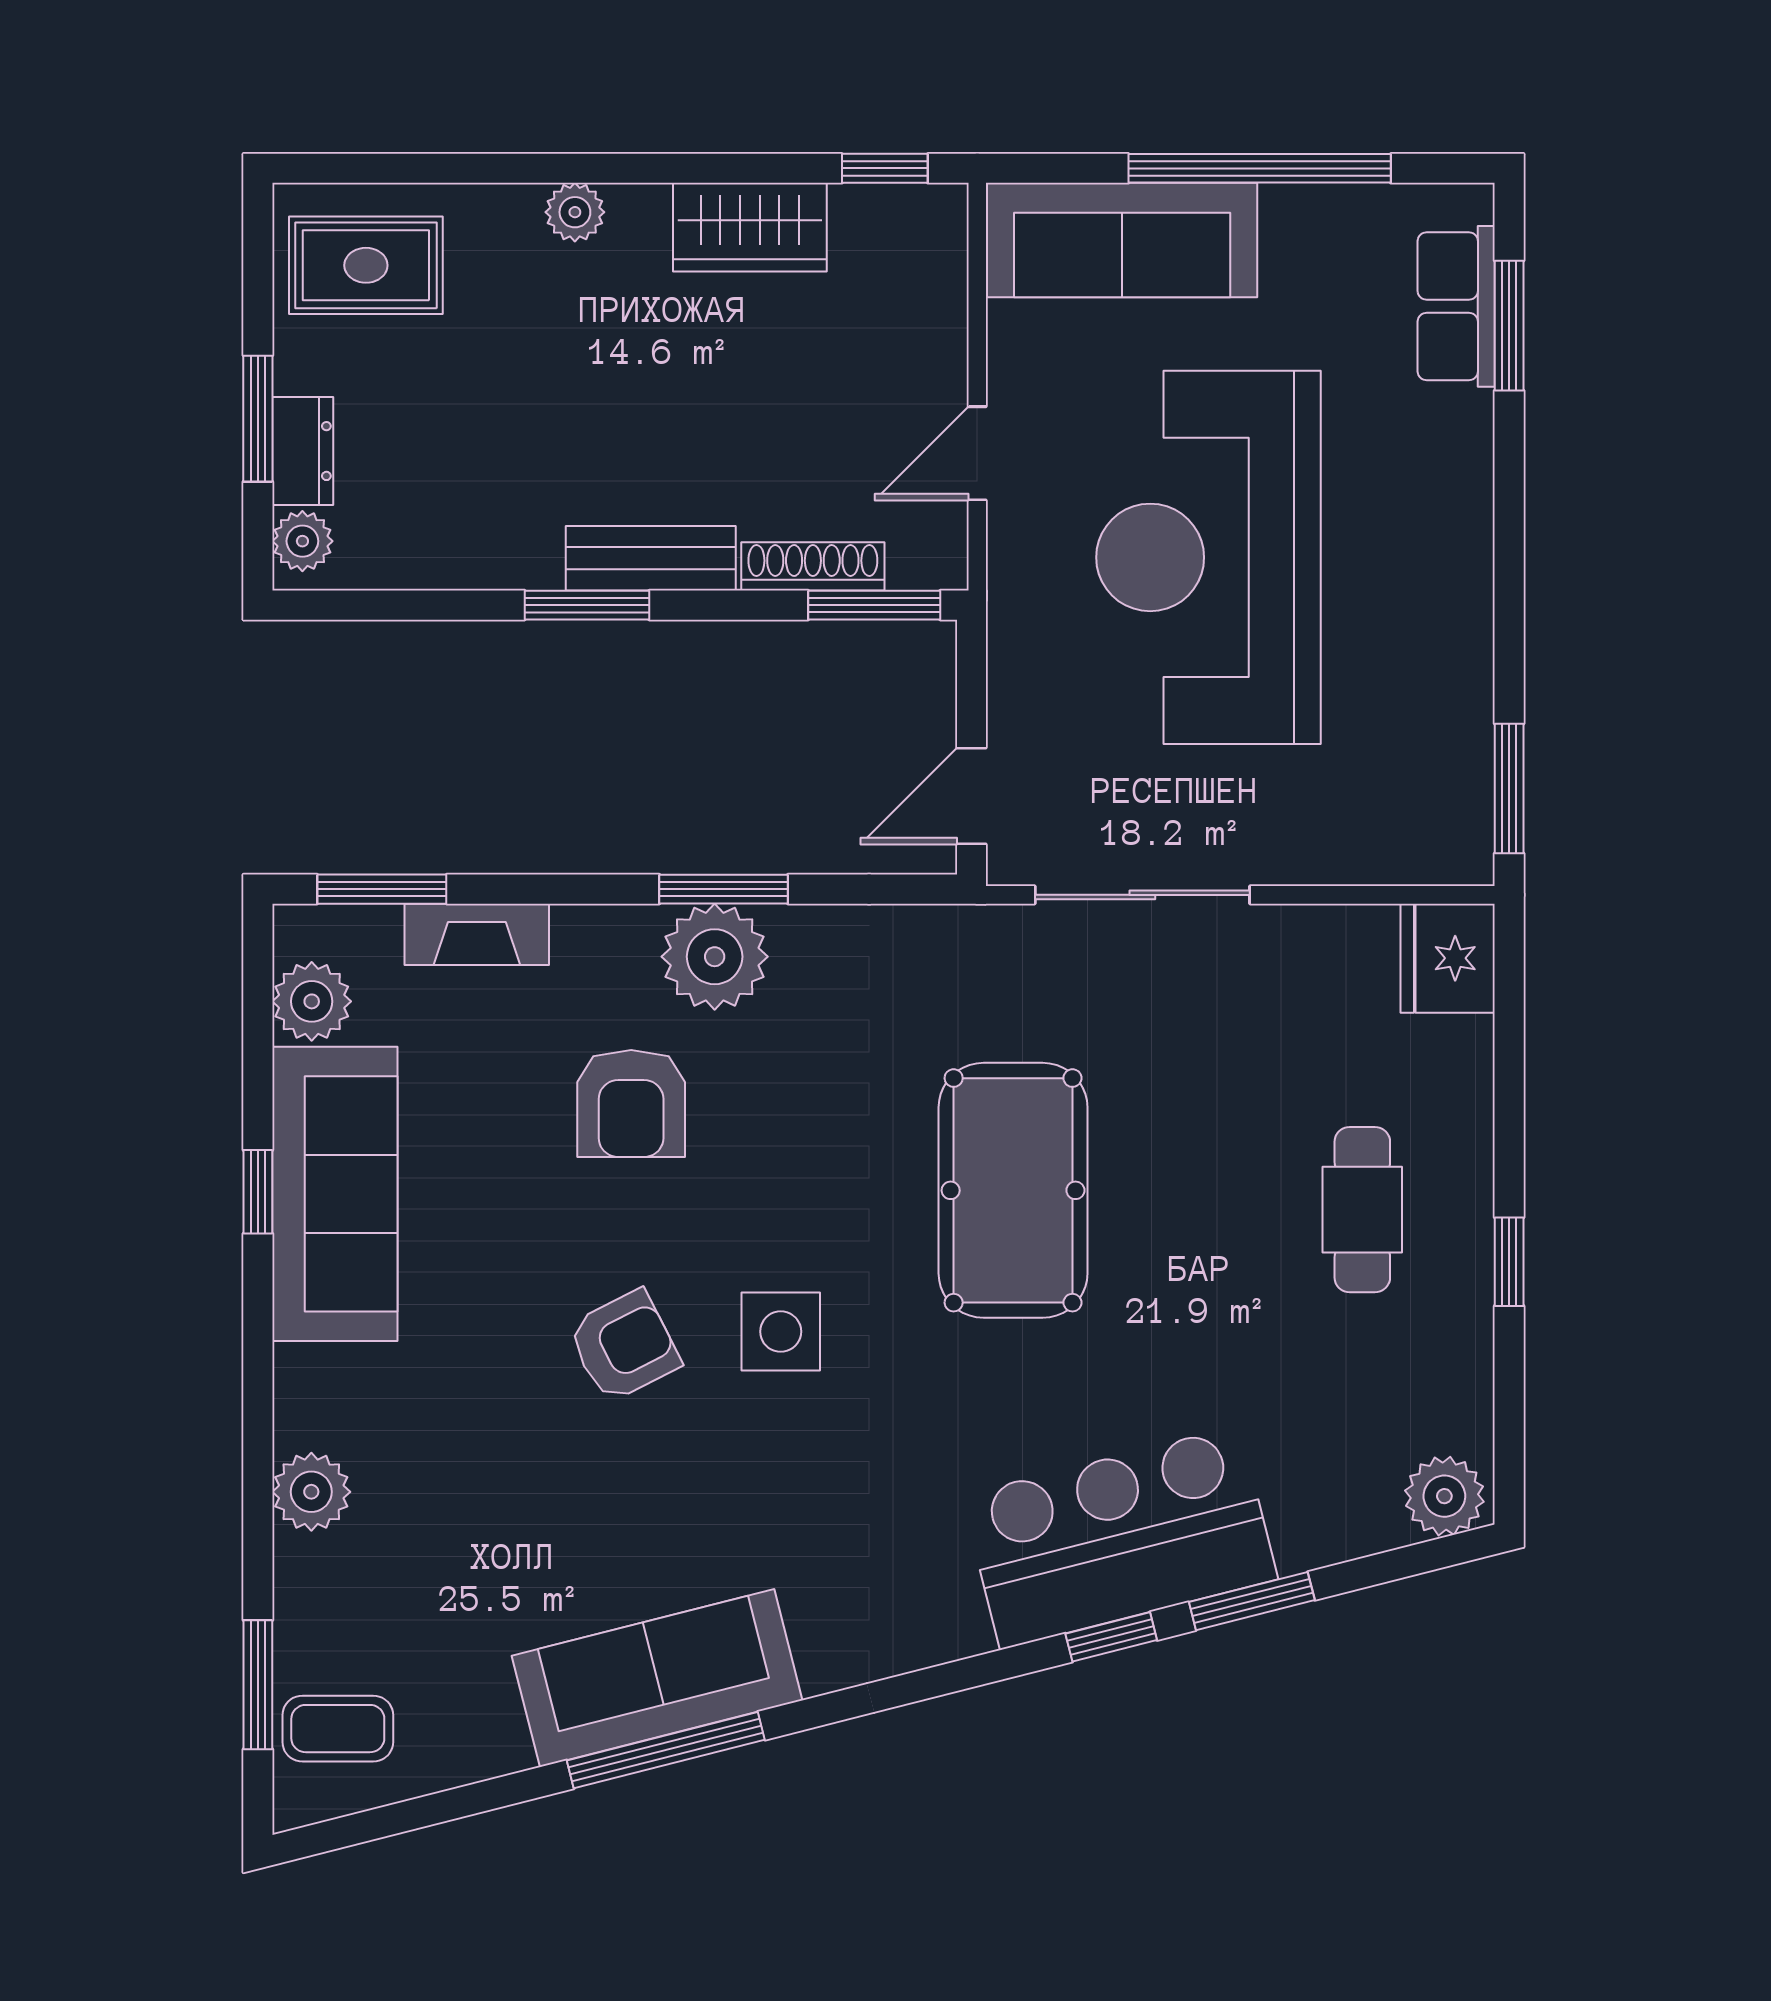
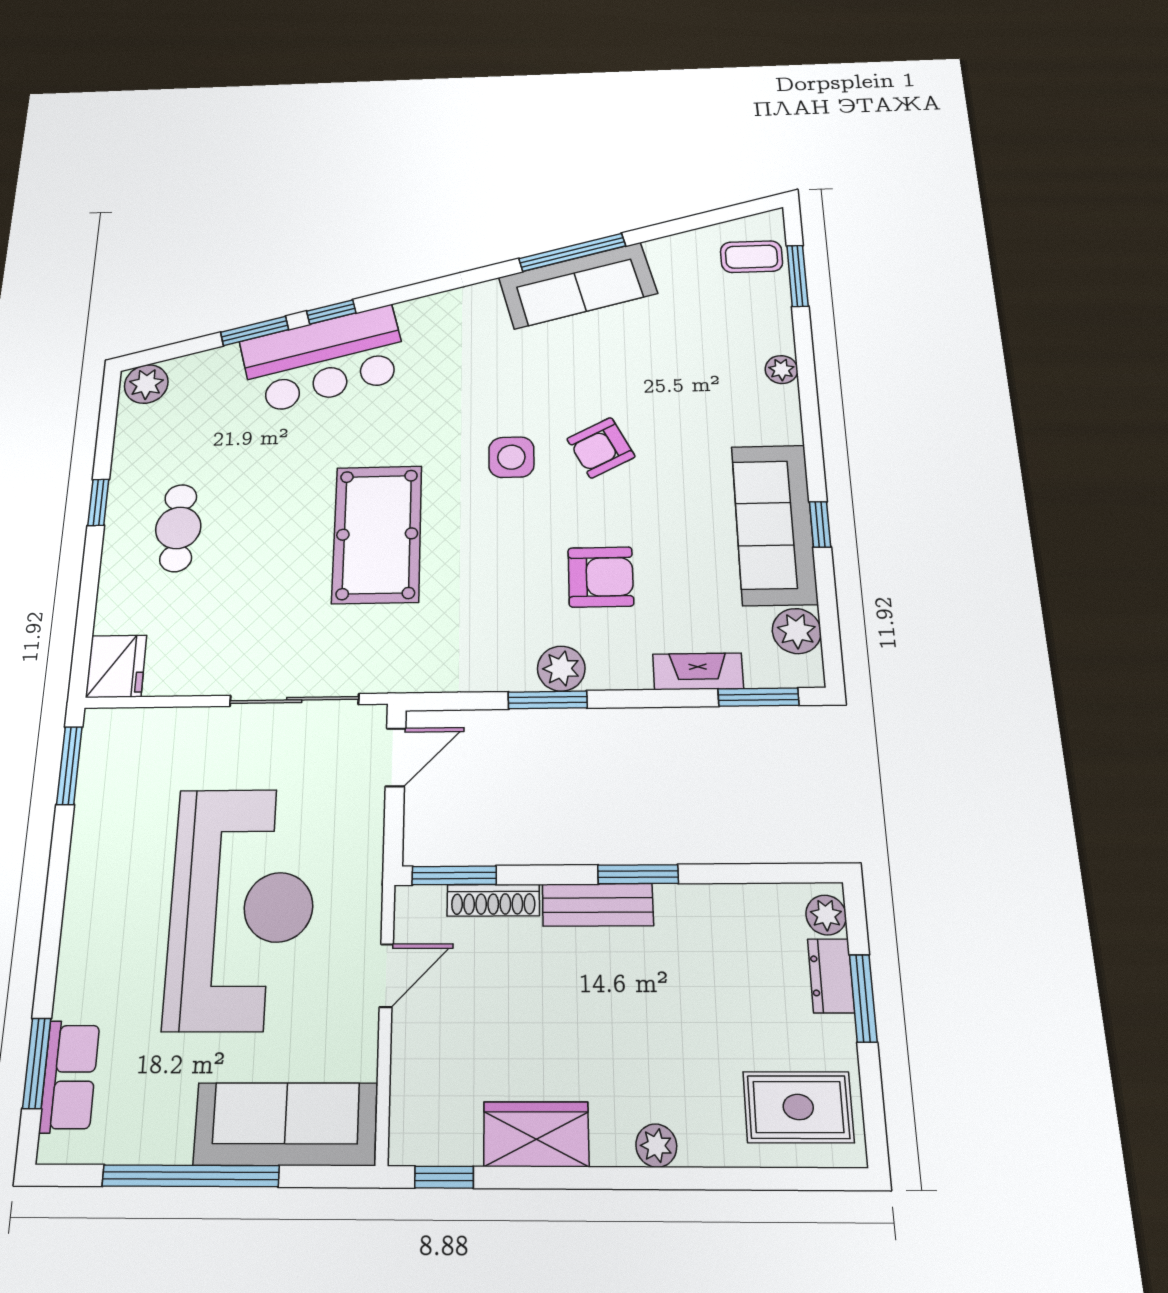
plant: (715, 957) -> (561, 669), width x0.73, depth x0.73
armchair: (631, 1103) -> (601, 577), turned 90
plant: (311, 1492) -> (781, 370), width x0.73, depth x0.73

